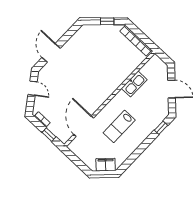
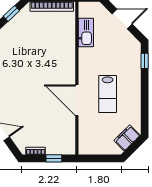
kitchen sink: (134, 84) -> (86, 33), moved
door: (84, 126) -> (77, 100), moved

